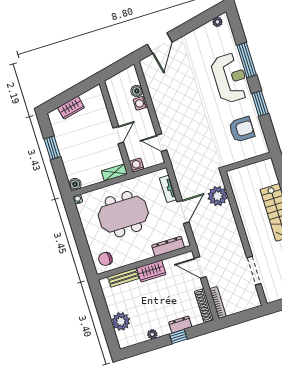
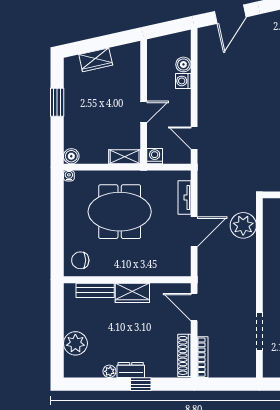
dresser: (168, 246) -> (163, 269), removed
dresser: (180, 324) -> (131, 370), moved

